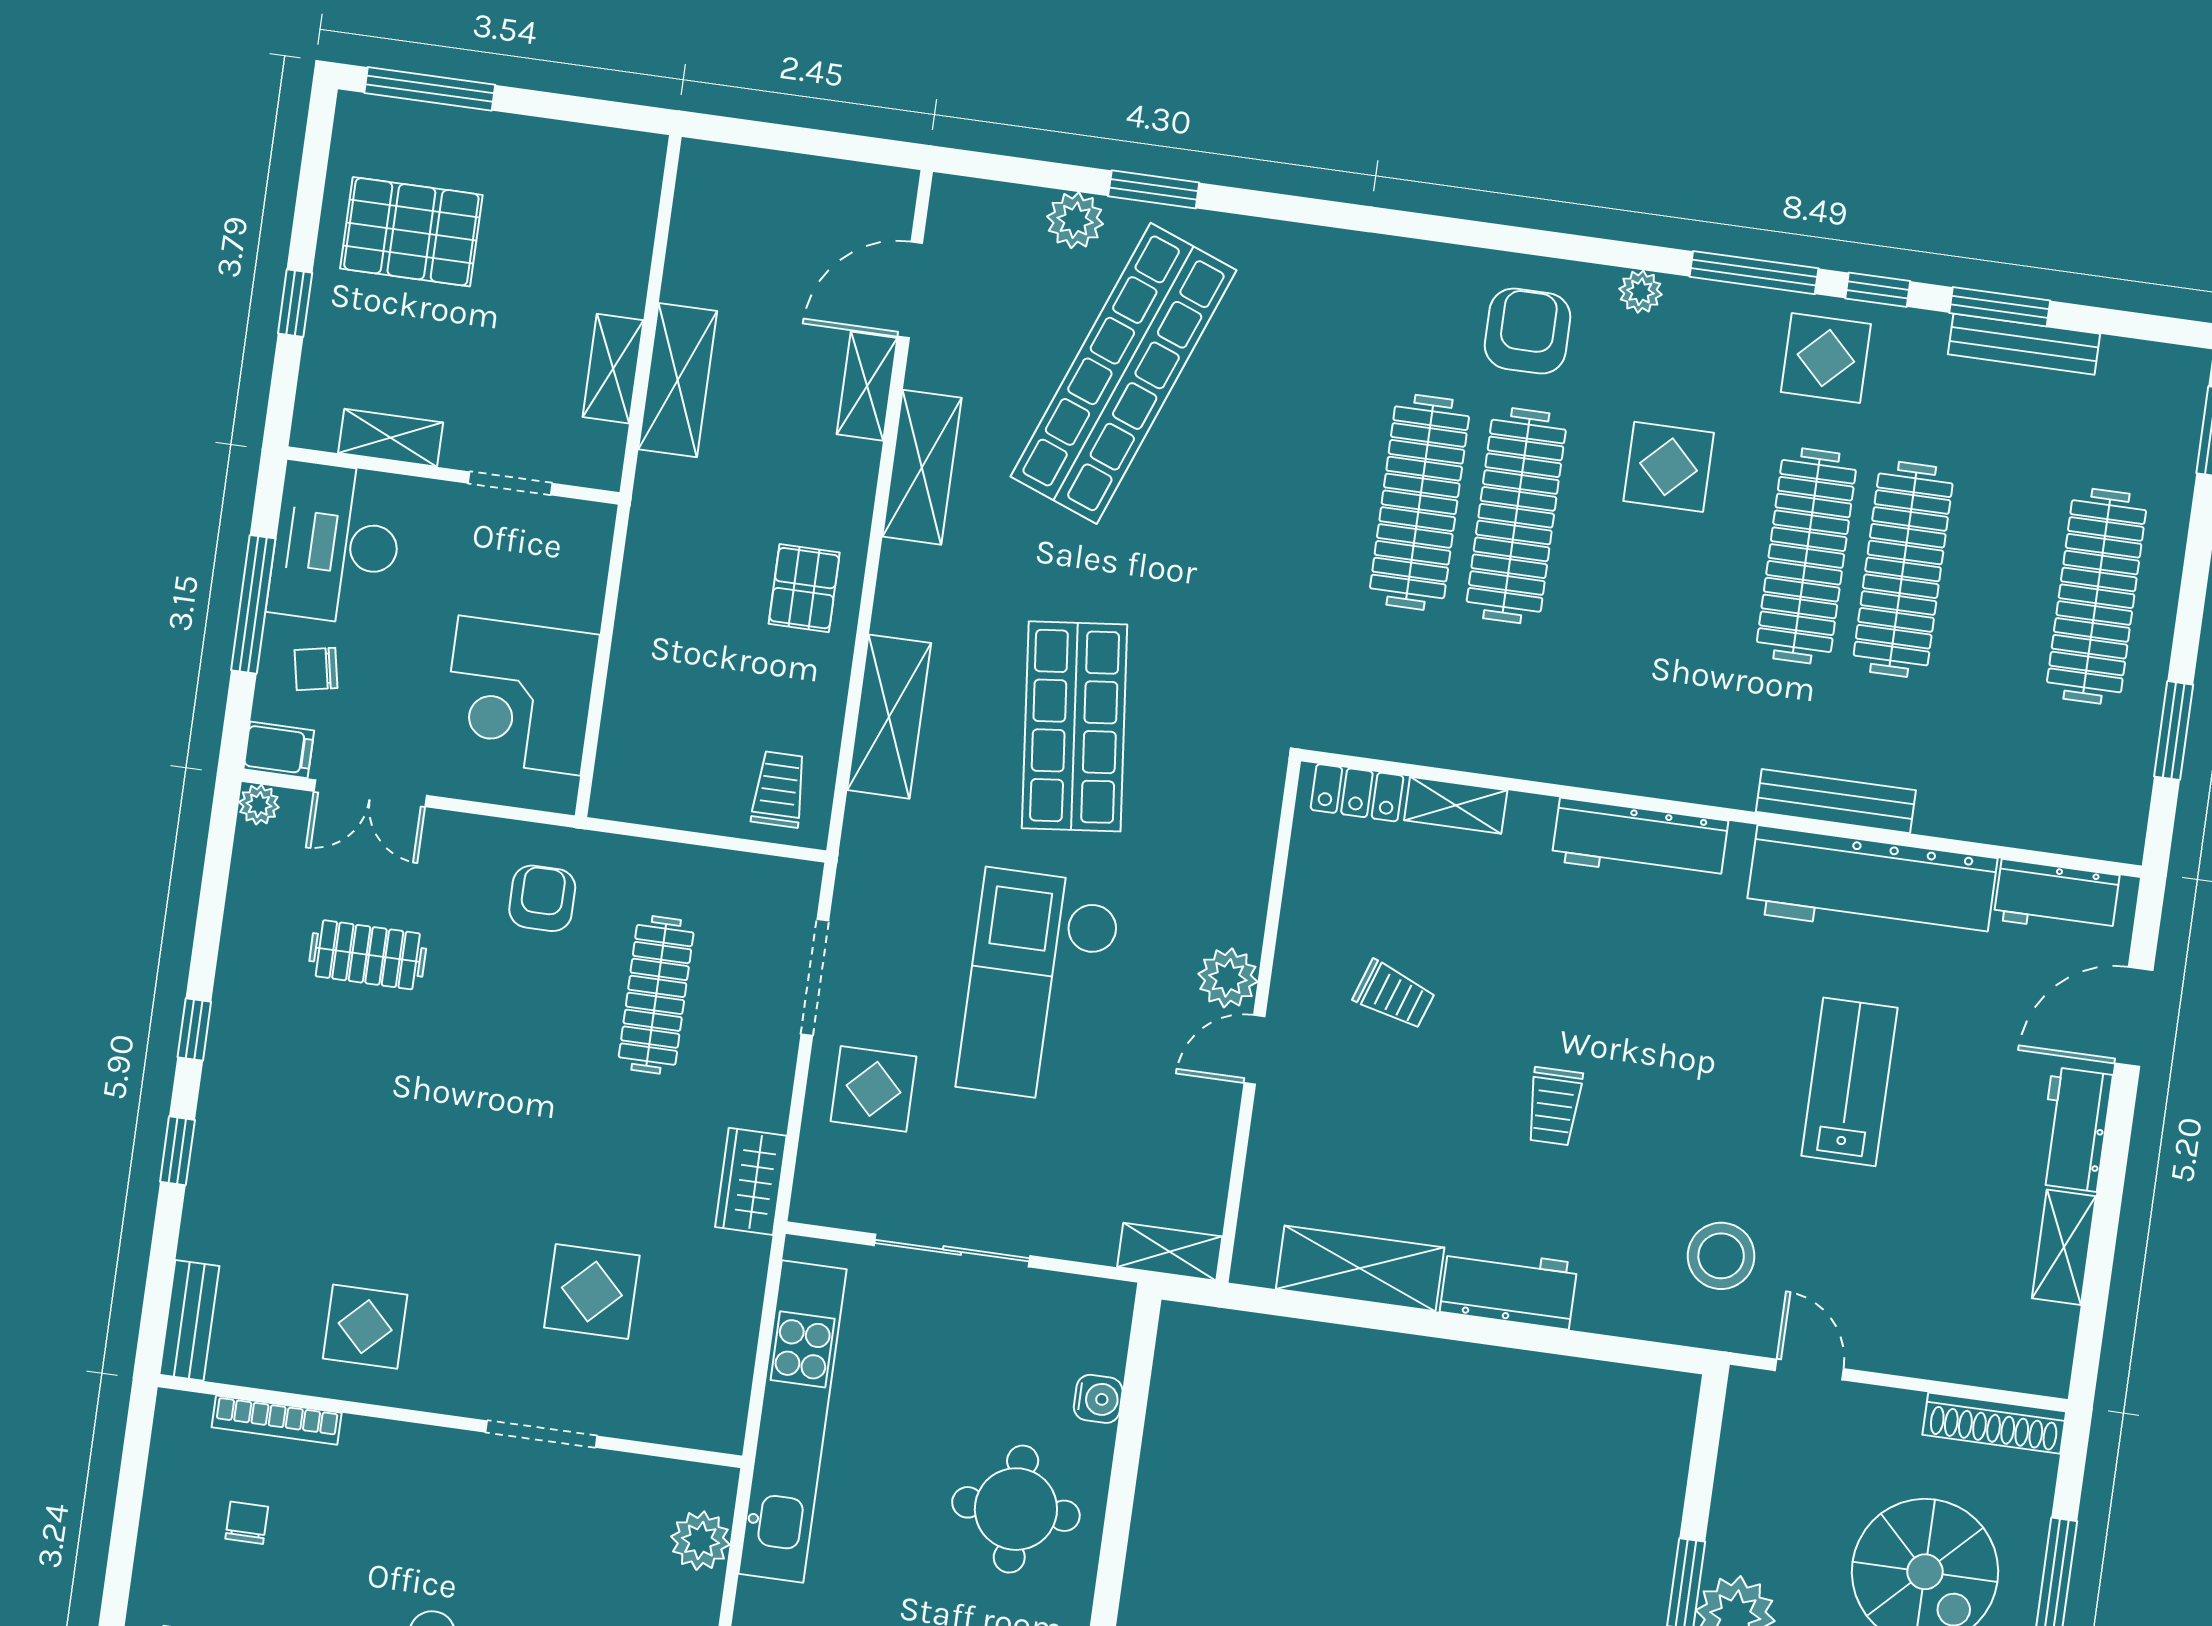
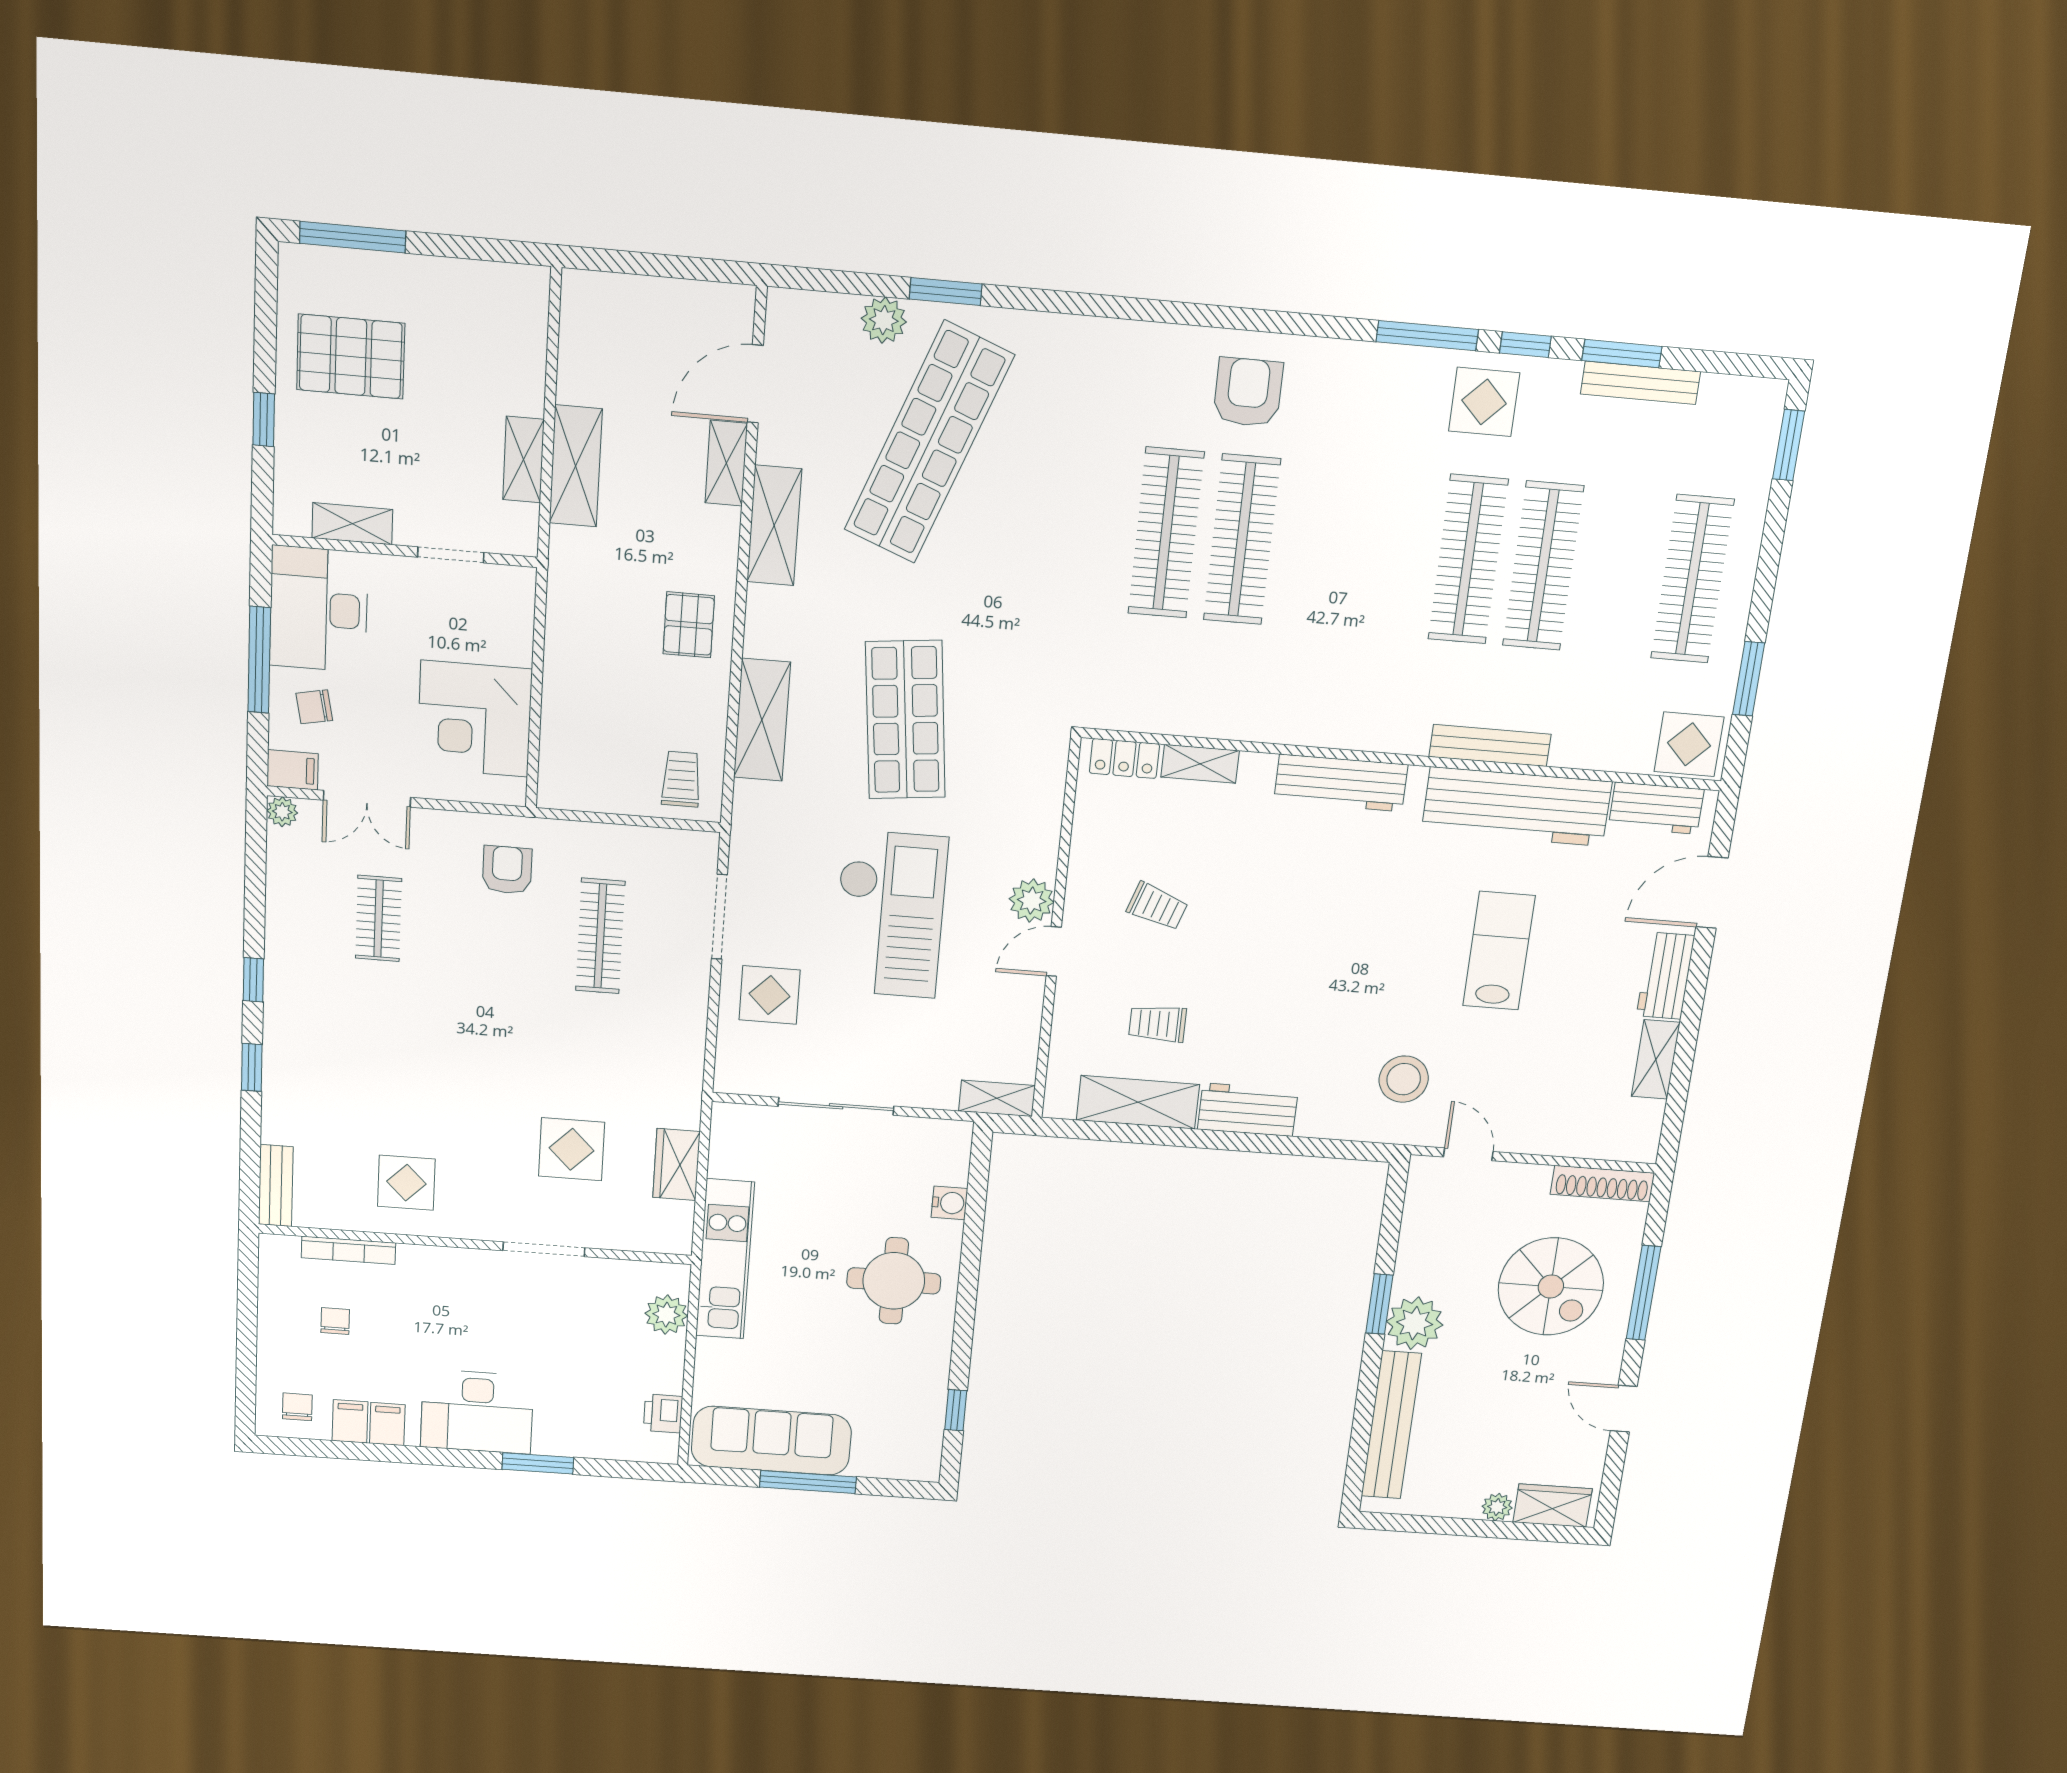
plant: (1640, 292) -> (1337, 356), removed
display table: (1669, 467) -> (1689, 744), moved
clothes rail: (368, 955) -> (379, 918), turned 90
checkout: (1039, 986) -> (890, 914), turned 180
trolley: (1554, 1106) -> (1158, 1024), moved, turned 90
wardrobe: (751, 1181) -> (677, 1164), moved
kitchen unit: (793, 1421) -> (725, 1259), width x0.73

